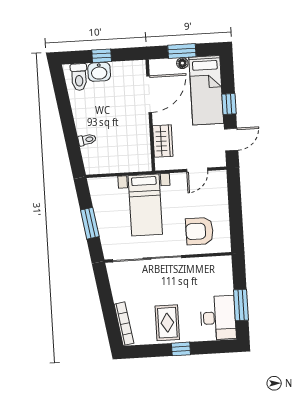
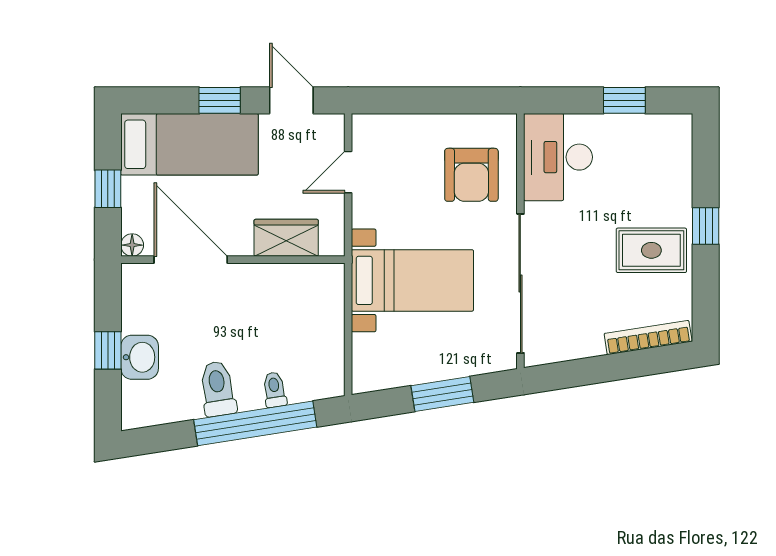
window: (182, 51) -> (108, 189), width x0.67
floor lamp: (182, 63) -> (132, 245), moved
toilet: (79, 77) -> (218, 389), moved, turned -99
window: (70, 131) -> (255, 423), added
door: (197, 170) -> (348, 172), swing flipped
window: (241, 305) -> (624, 100), width x0.67
desk: (218, 318) -> (558, 157), moved, turned -90

